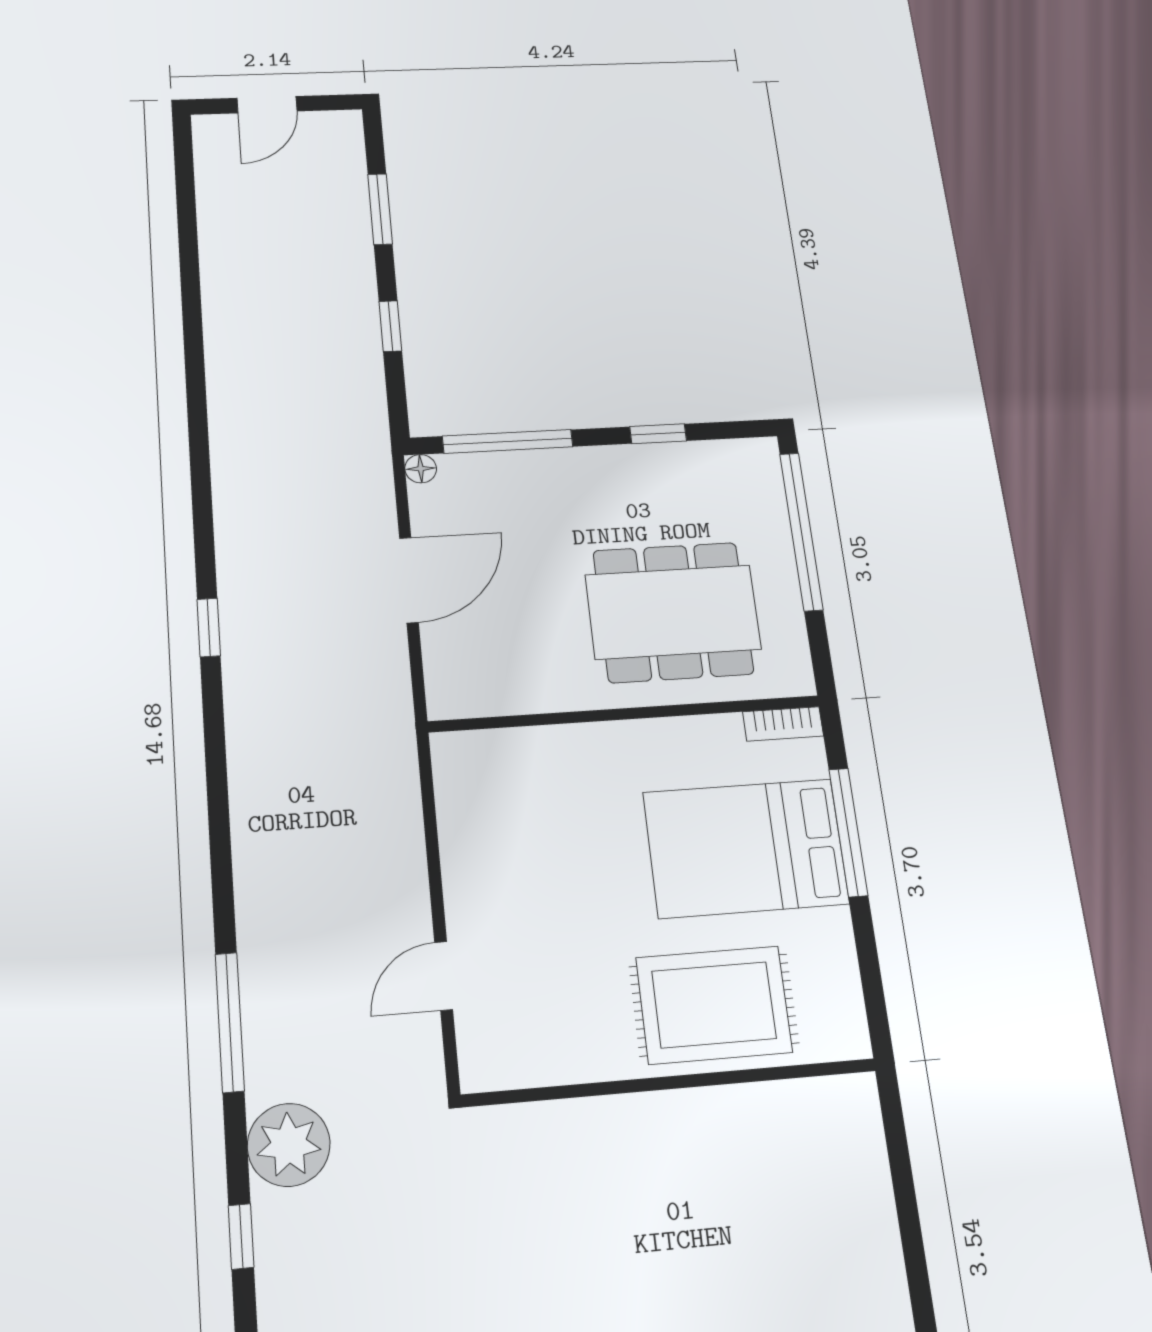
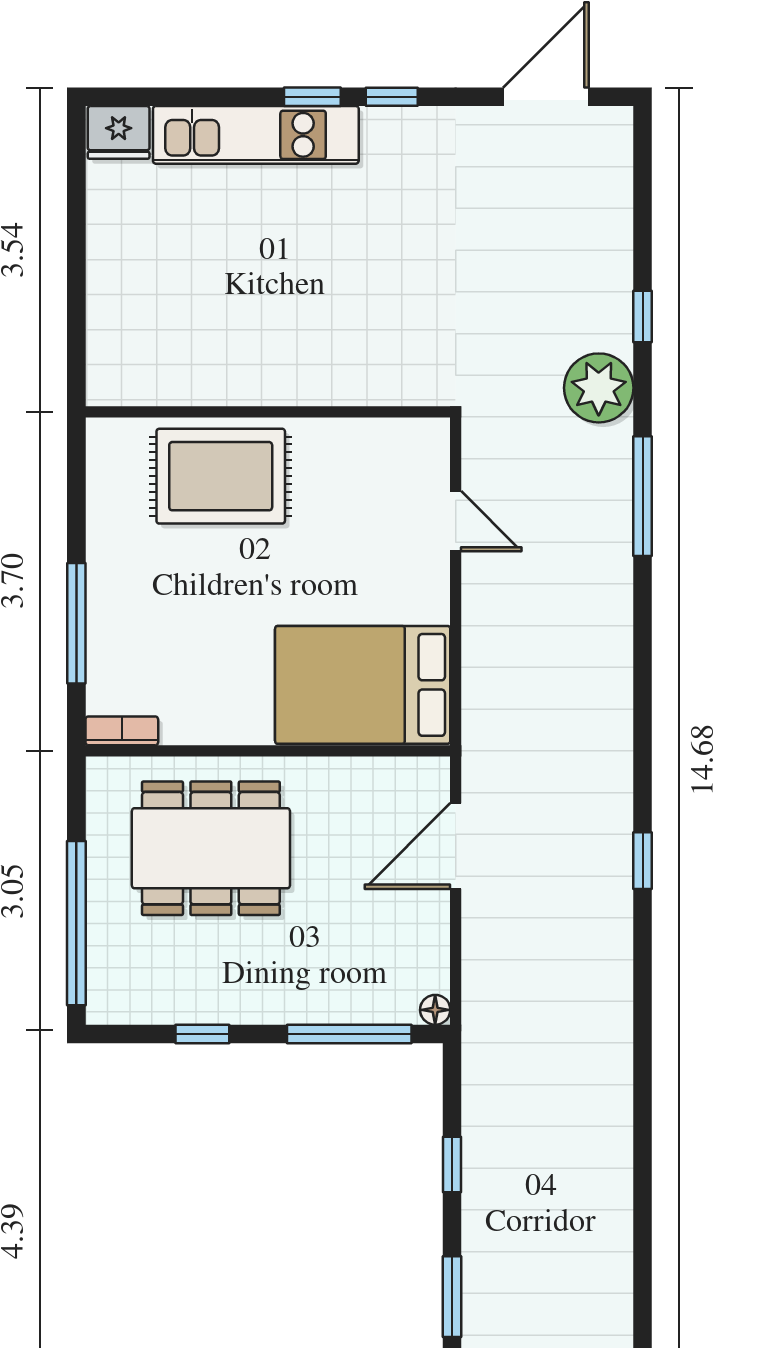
door: (409, 580) -> (456, 846), moved
bed: (746, 848) -> (363, 685), moved, turned 180
door: (444, 976) -> (456, 521), hinge flipped

